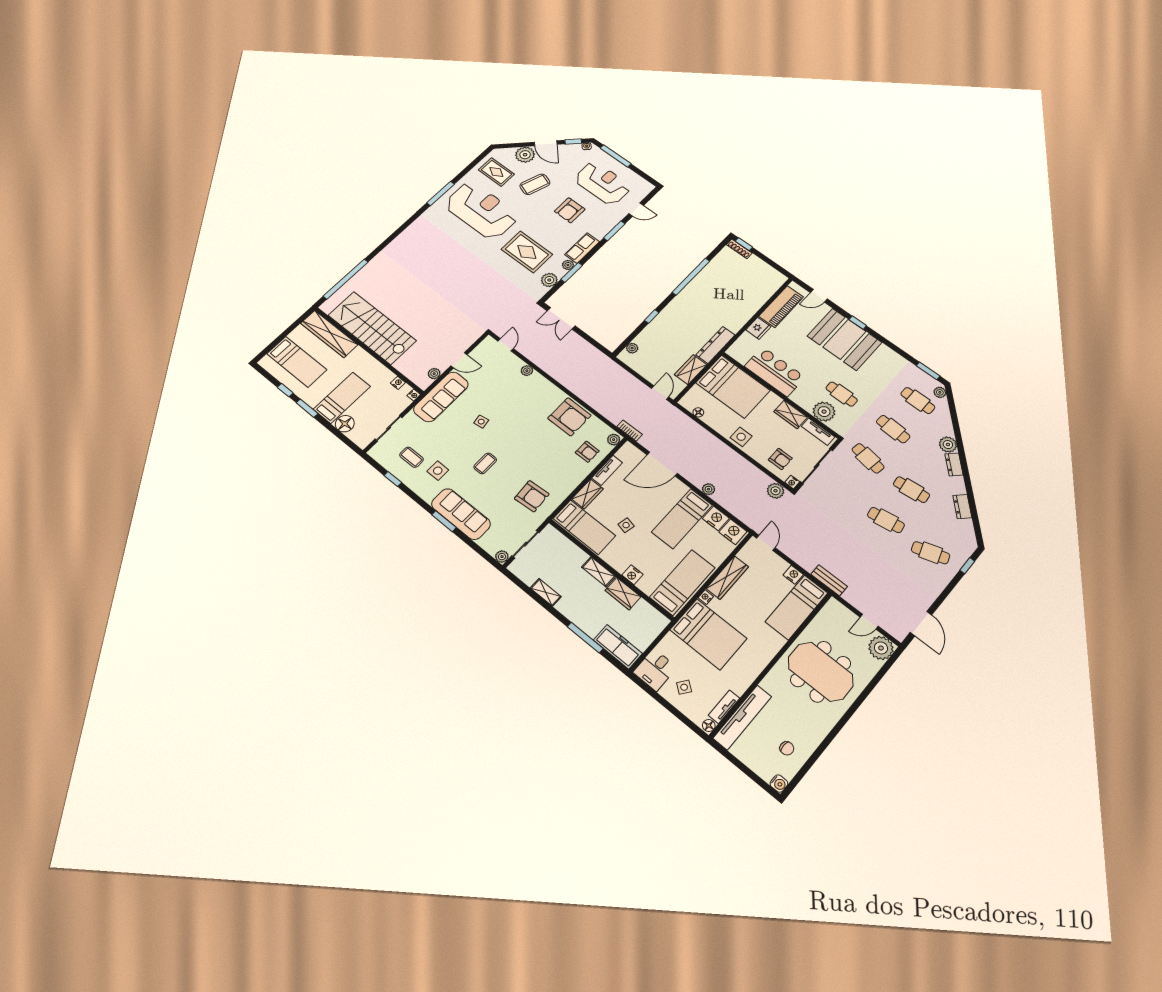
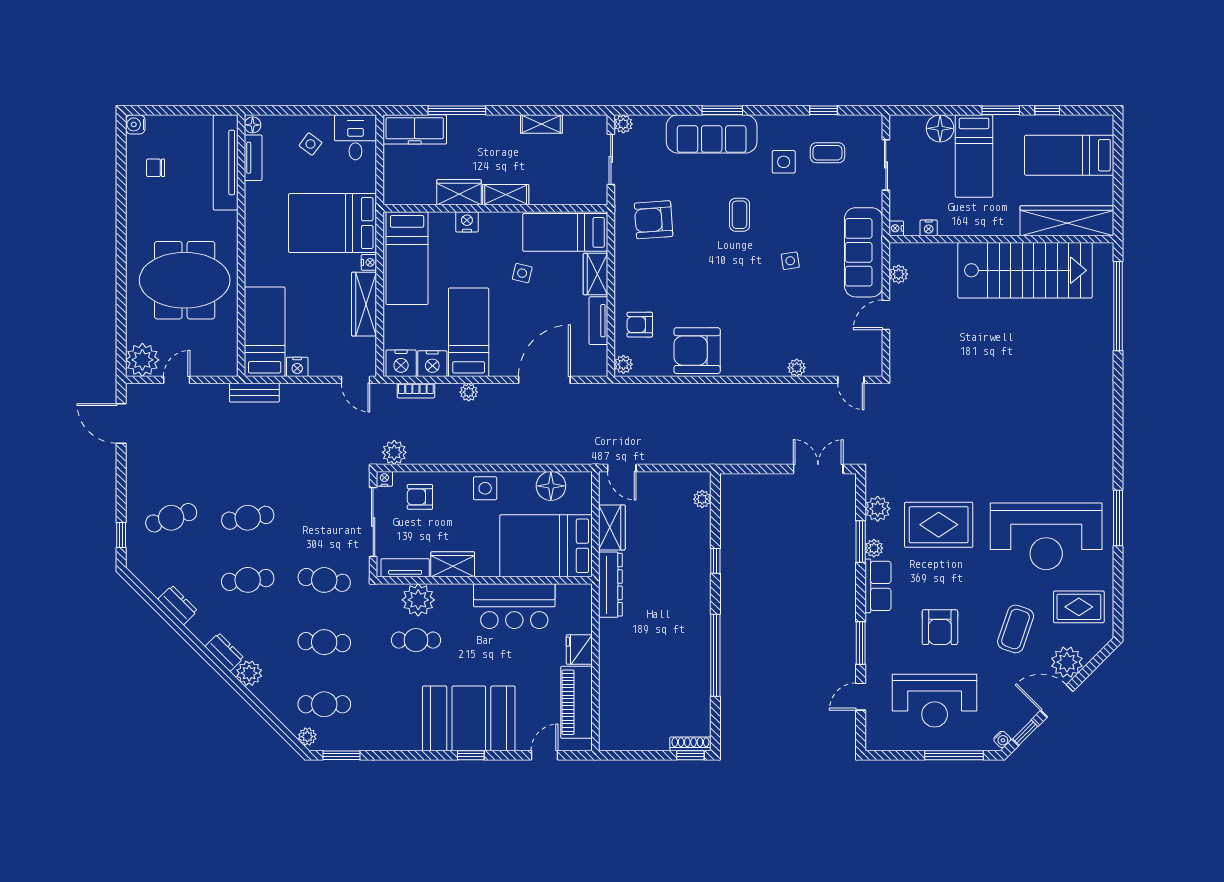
armchair: (570, 210) -> (940, 627), turned 180
floor lamp: (698, 412) -> (551, 486), width x1.89, depth x1.89
bookcase: (630, 431) -> (416, 391), moved

